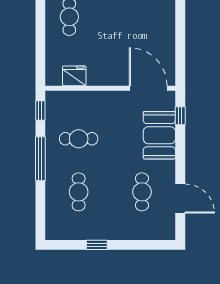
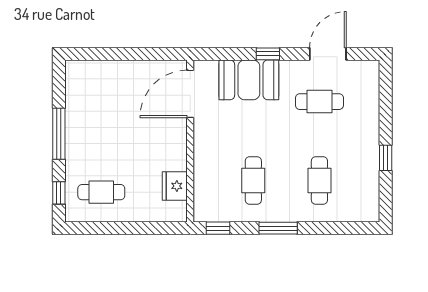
window: (180, 116) -> (268, 54), moved
window: (40, 159) -> (278, 228), width x0.69
cafe table: (79, 192) -> (319, 180), turned 90

